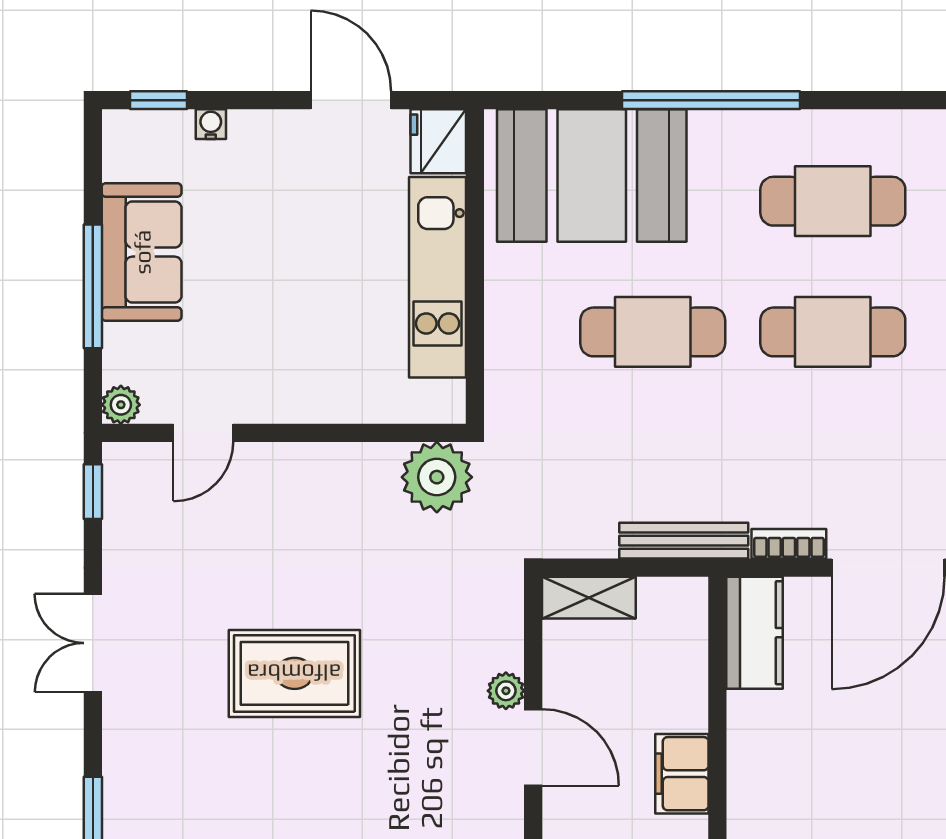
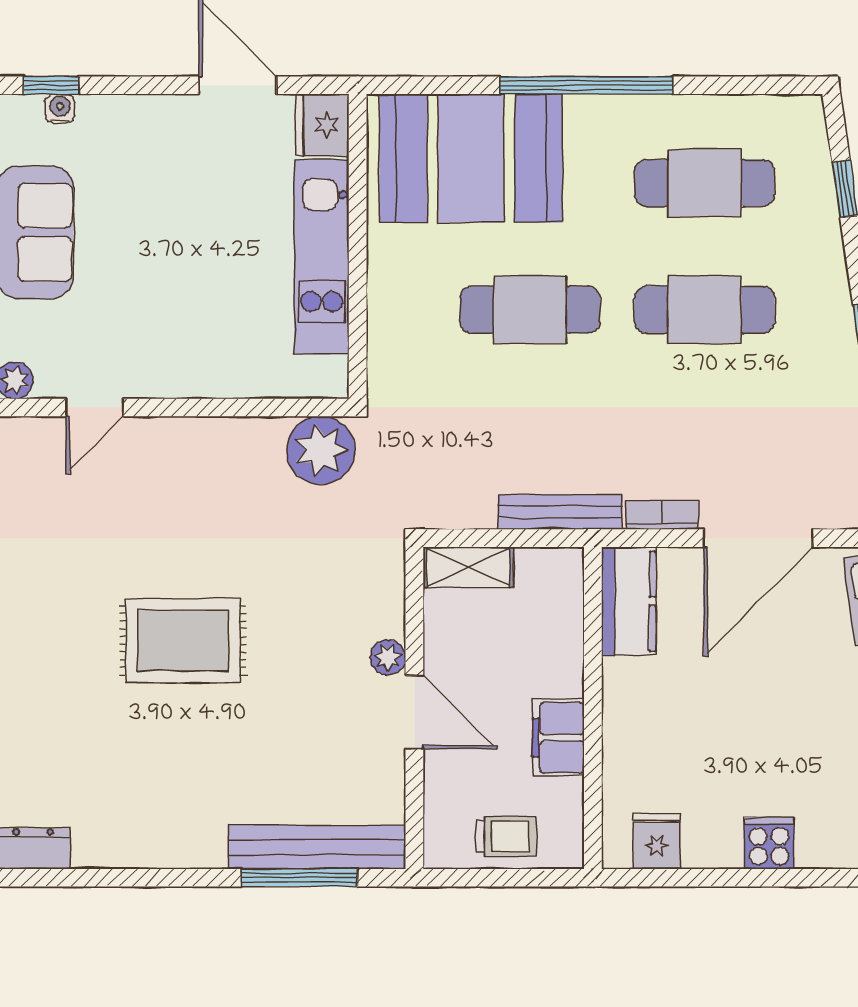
water cooler: (211, 124) -> (60, 109), moved

